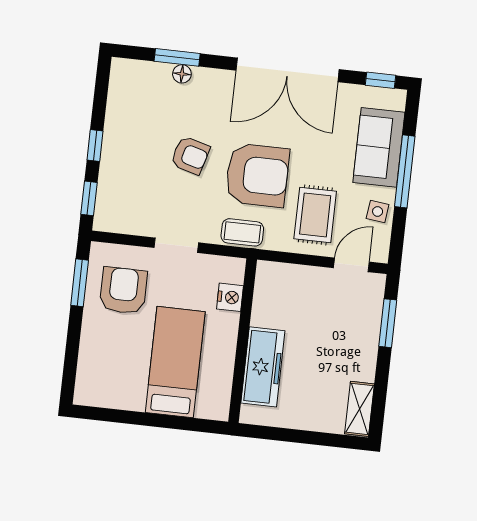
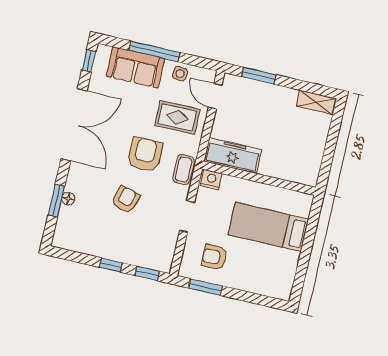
armchair: (257, 175) -> (145, 154), width x0.73, depth x0.73
armchair: (123, 291) -> (214, 257), width x0.72, depth x0.72
nightstand: (230, 297) -> (211, 180), moved
freezer: (263, 367) -> (233, 155), moved

